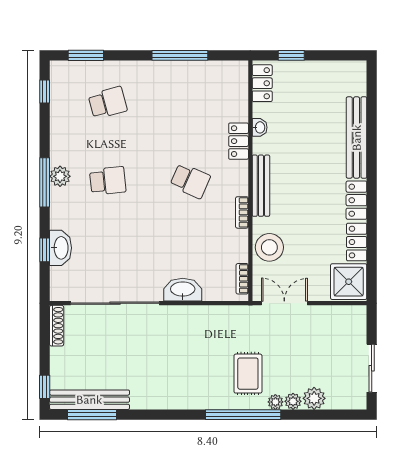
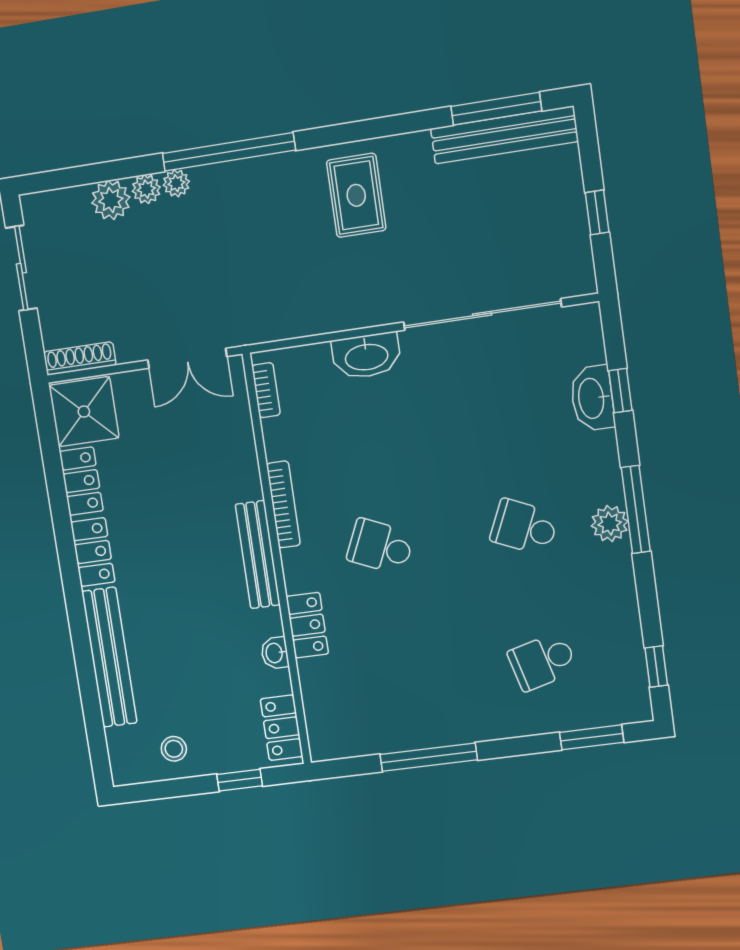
school desk: (108, 181) -> (524, 527), turned 30
bookcase: (242, 212) -> (283, 504), width x1.56
stool: (269, 247) -> (174, 749), moved, width x0.53, depth x0.53
shoe rack: (57, 326) -> (80, 358), moved, turned 90
rug: (248, 374) -> (356, 195), moved
window: (45, 387) -> (597, 212), moved

